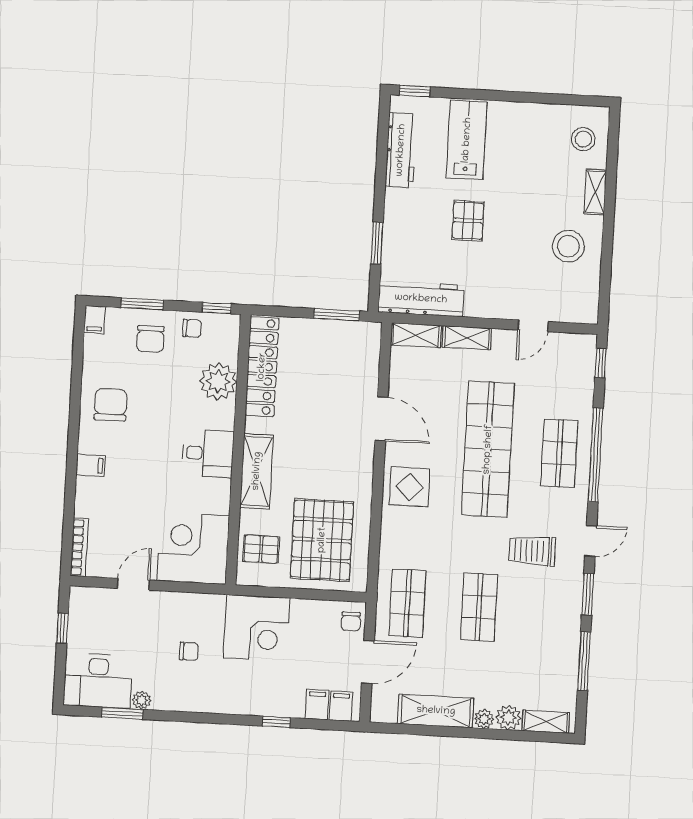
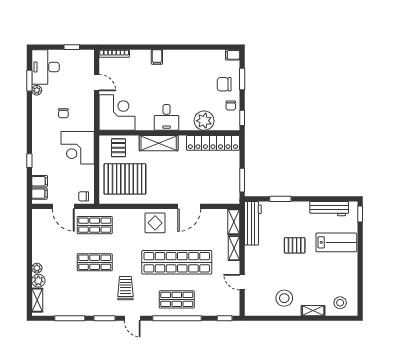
chair: (111, 405) -> (189, 66), removed
shelving: (436, 711) -> (40, 243), removed

